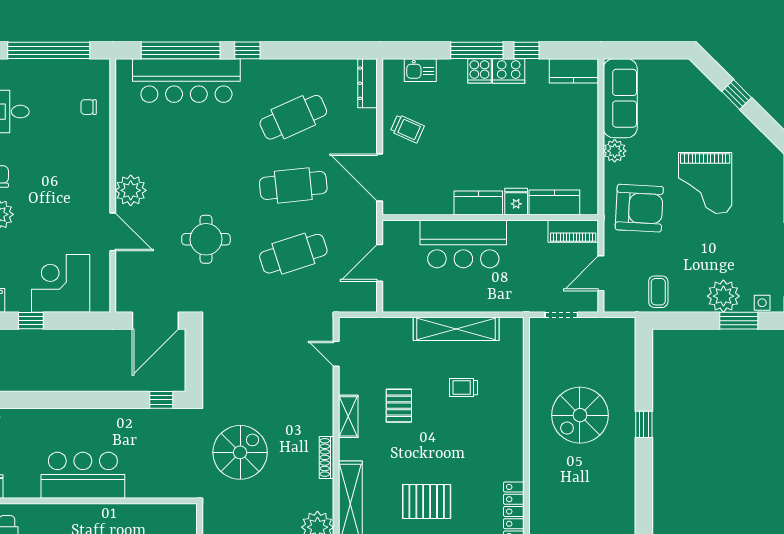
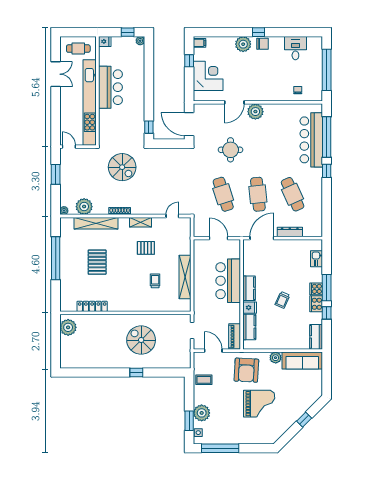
dresser: (367, 83) -> (290, 232), moved
trolley: (407, 129) -> (282, 300), moved
grand piano: (705, 183) -> (259, 404), turned 180
kitchen unit: (113, 516) -> (90, 103), added

